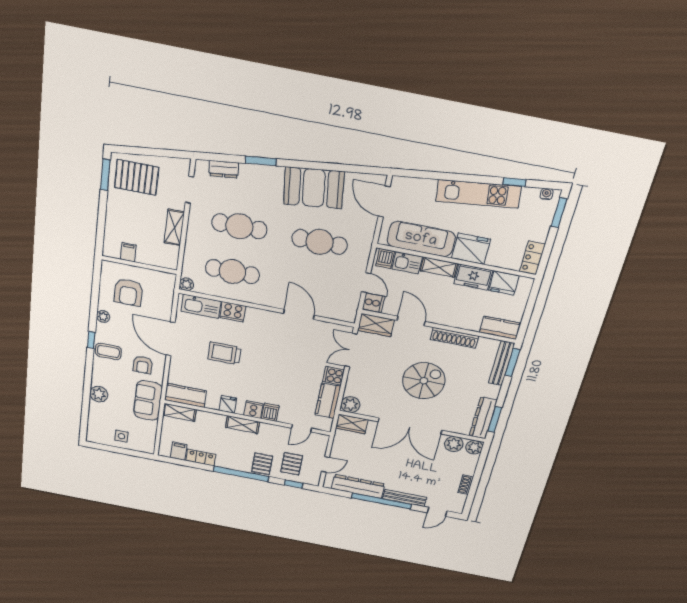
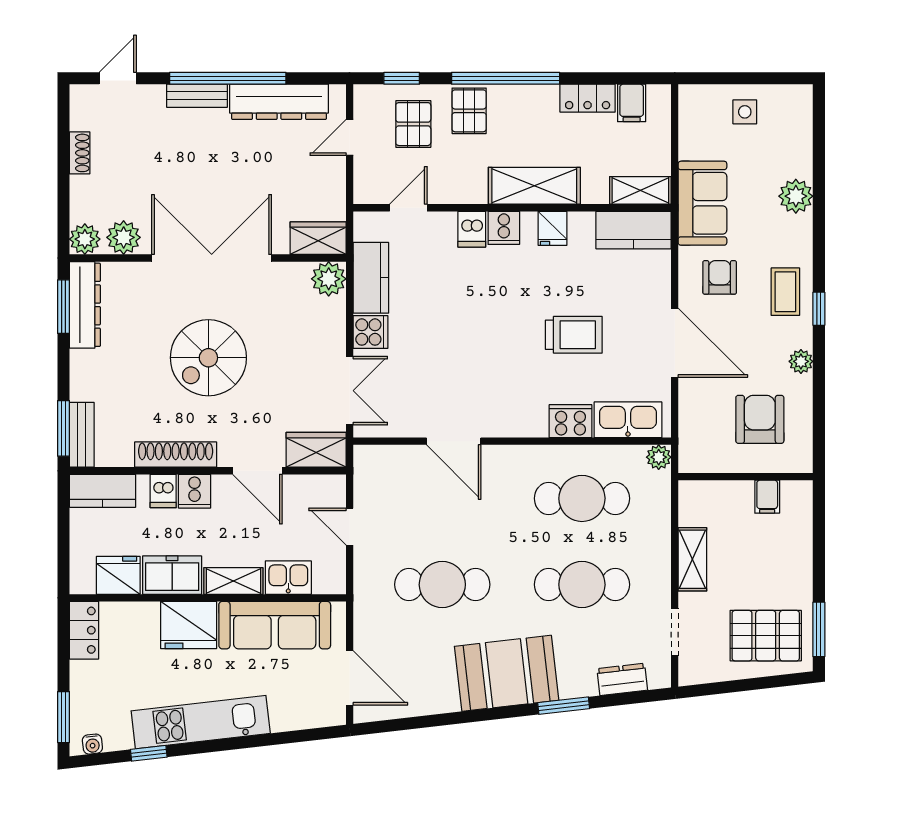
booth: (314, 188) -> (507, 673), moved
dishwasher: (385, 259) -> (163, 491), moved, turned 180
cooker: (373, 303) -> (195, 491), moved, turned -90
coffee table: (108, 351) -> (785, 292), turned 90
bench: (502, 363) -> (82, 435), width x0.73
shelving: (243, 425) -> (534, 186), width x1.50, depth x1.33
bench: (405, 498) -> (197, 96), width x0.73

